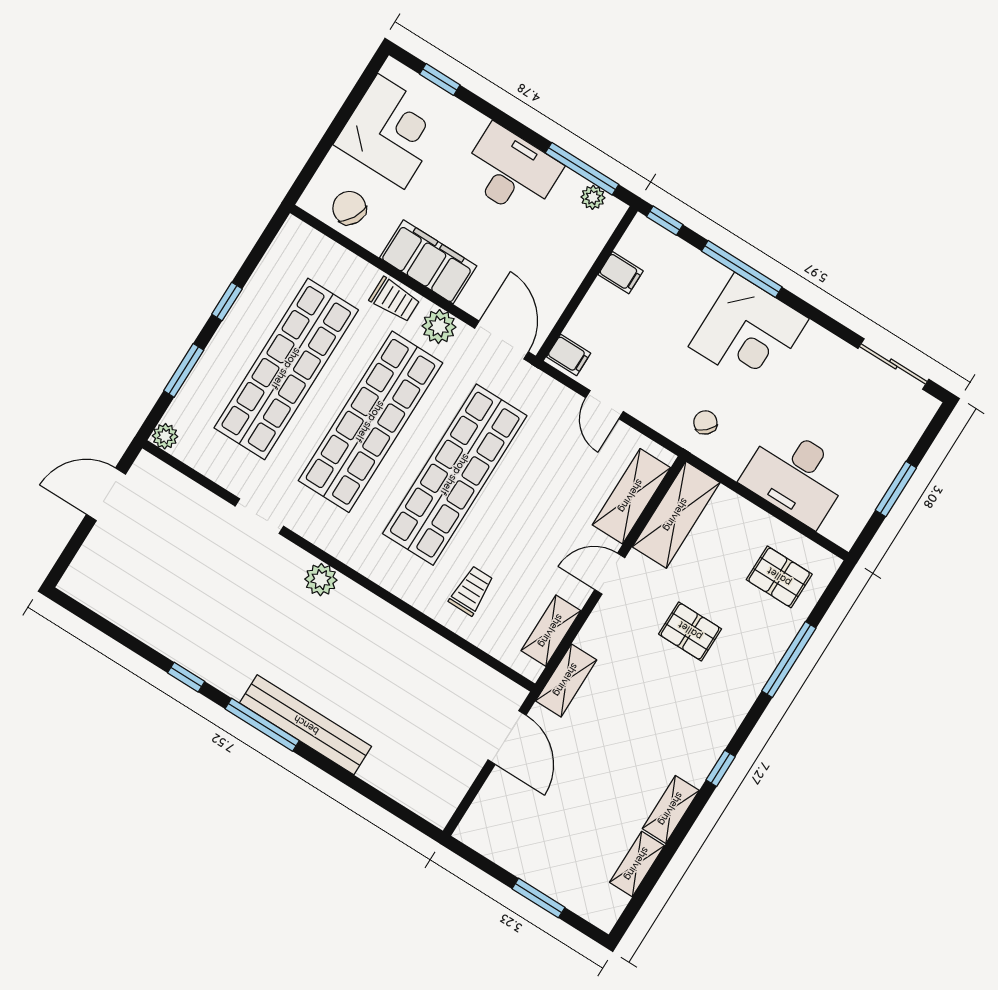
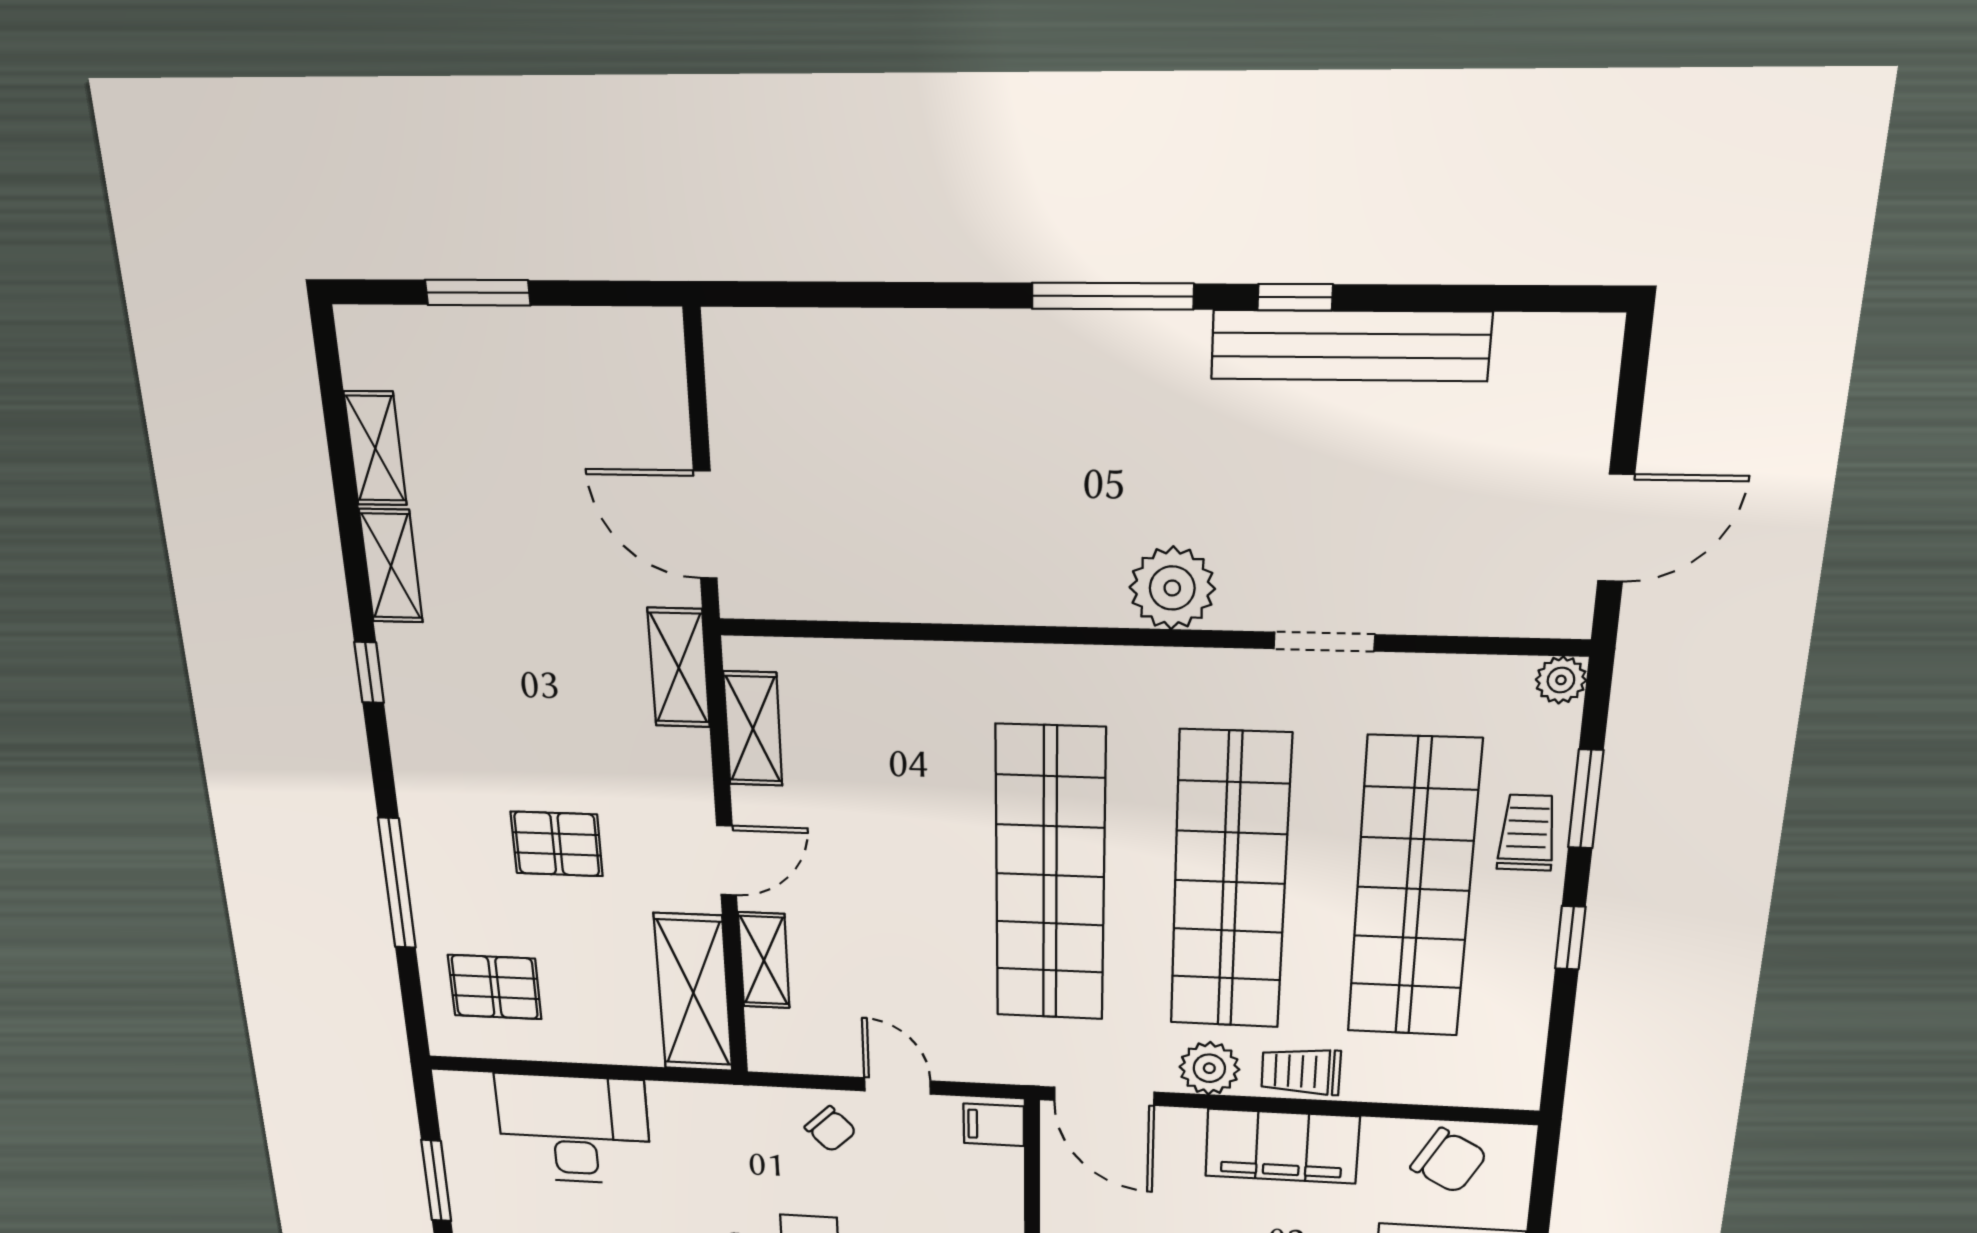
chair: (705, 422) -> (831, 1129), moved
shelving: (631, 496) -> (764, 960), width x0.67, depth x0.75
plant: (321, 580) -> (1172, 588), width x1.36, depth x1.36
trolley: (471, 591) -> (1527, 833), moved, turned 180
bench: (306, 725) -> (1350, 346), moved

